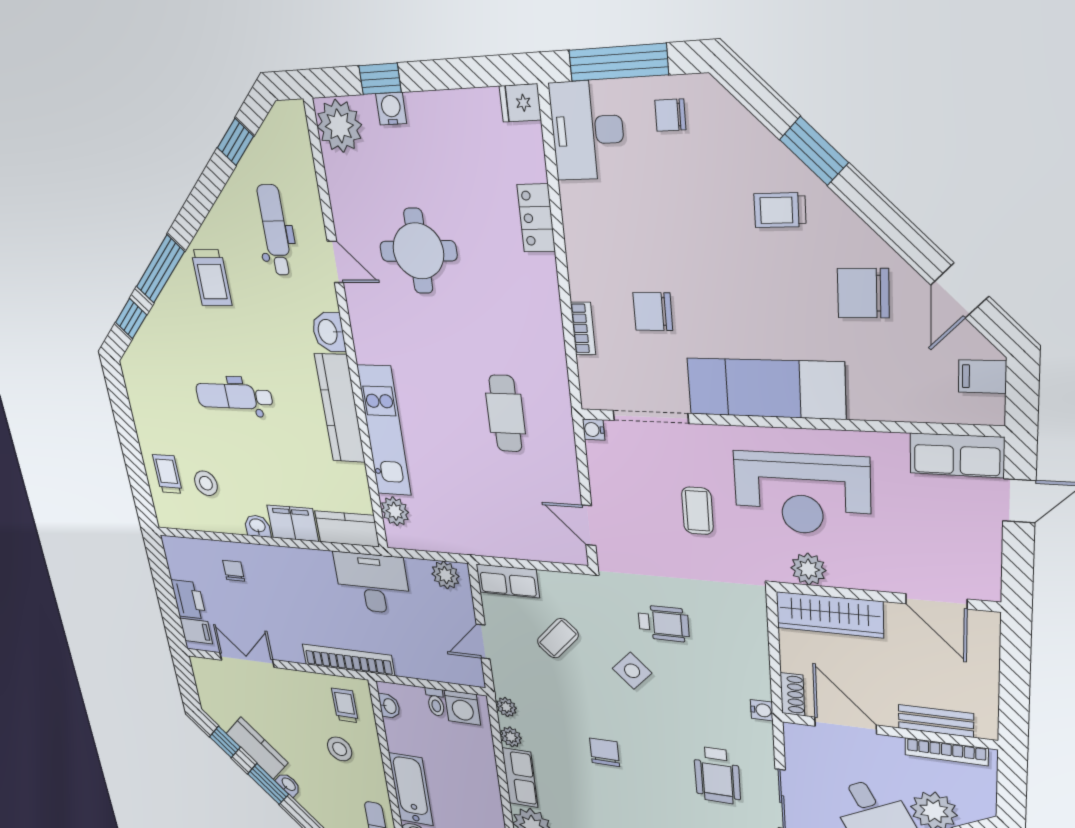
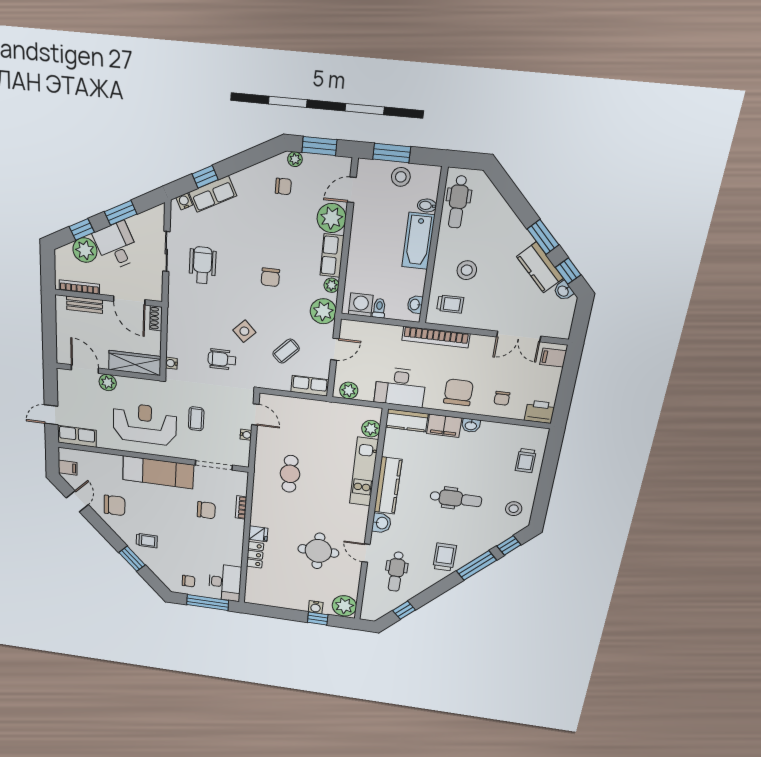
fridge: (520, 103) -> (258, 534), moved
water cooler: (594, 430) -> (246, 435), moved
stool: (206, 483) -> (514, 509), moved
plant: (808, 569) -> (108, 382), moved
chair: (292, 578) -> (458, 392), added
printer: (189, 599) -> (540, 412), moved, turned 90
trolley: (345, 705) -> (450, 304), turned -90
plant: (506, 707) -> (323, 311), width x1.88, depth x1.88
water cooler: (762, 710) -> (171, 363), moved
washbasin: (288, 784) -> (563, 291), moved

